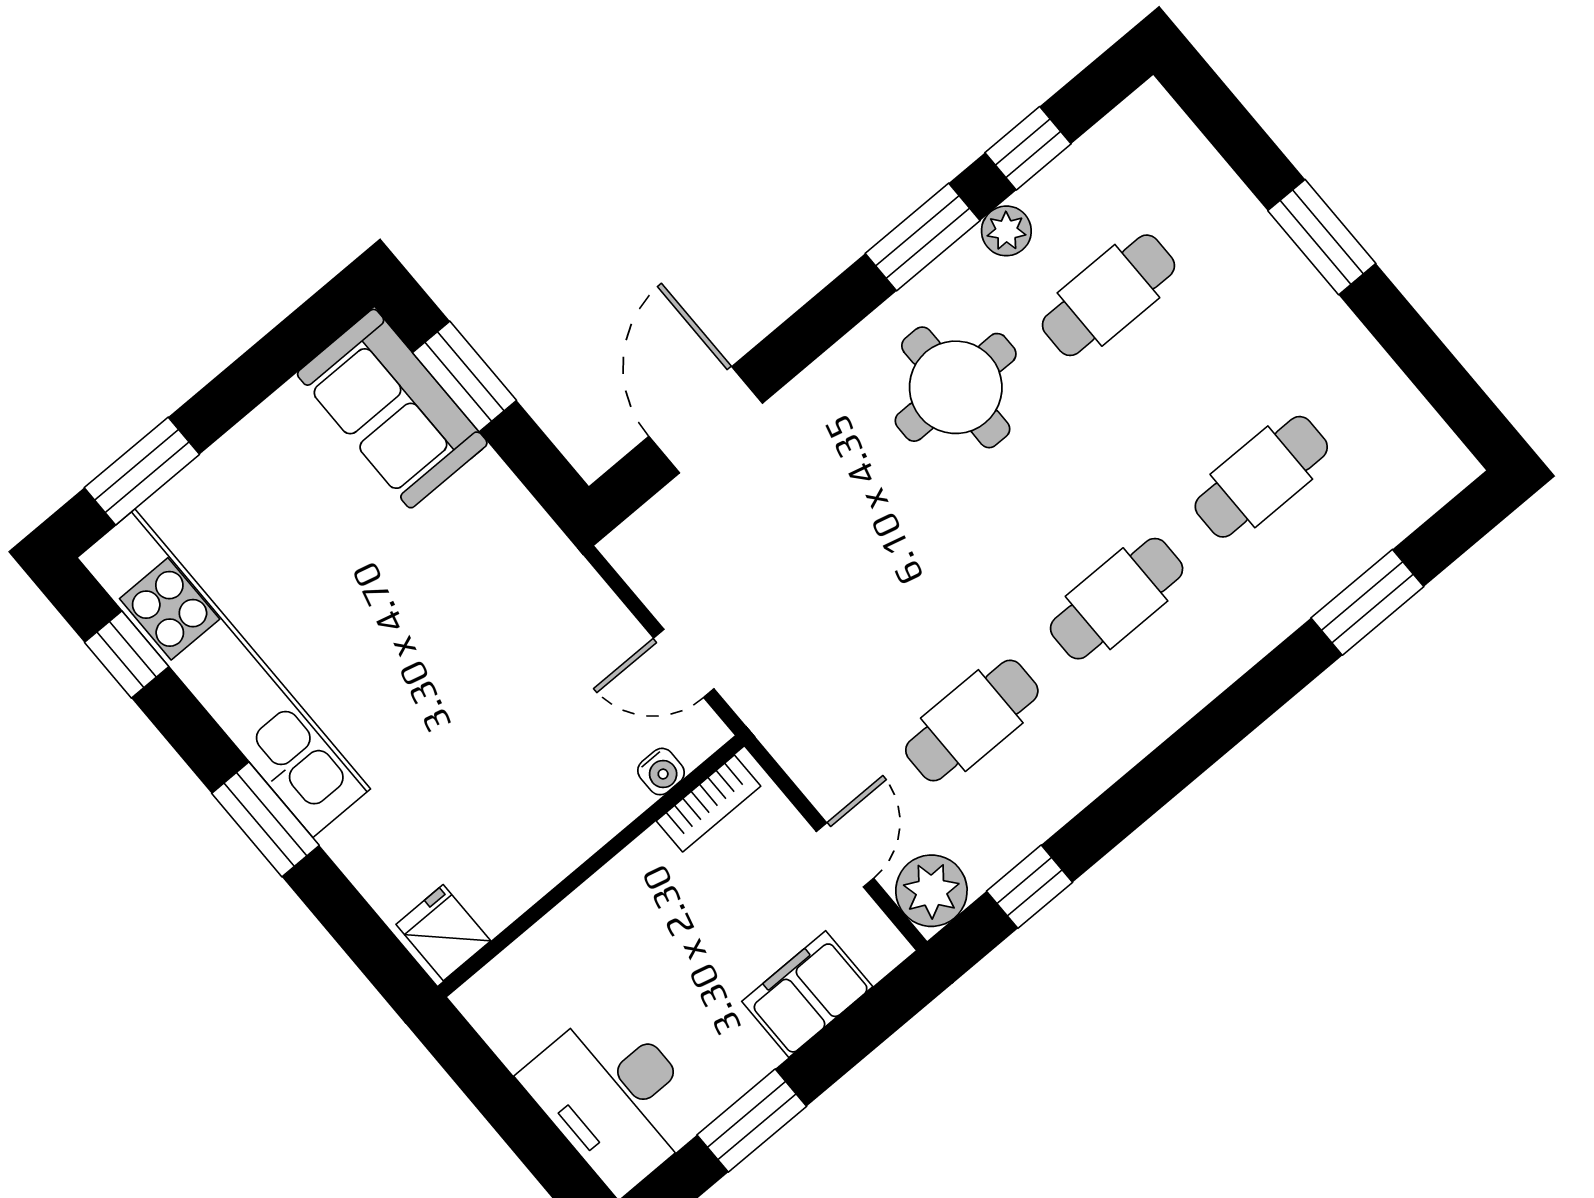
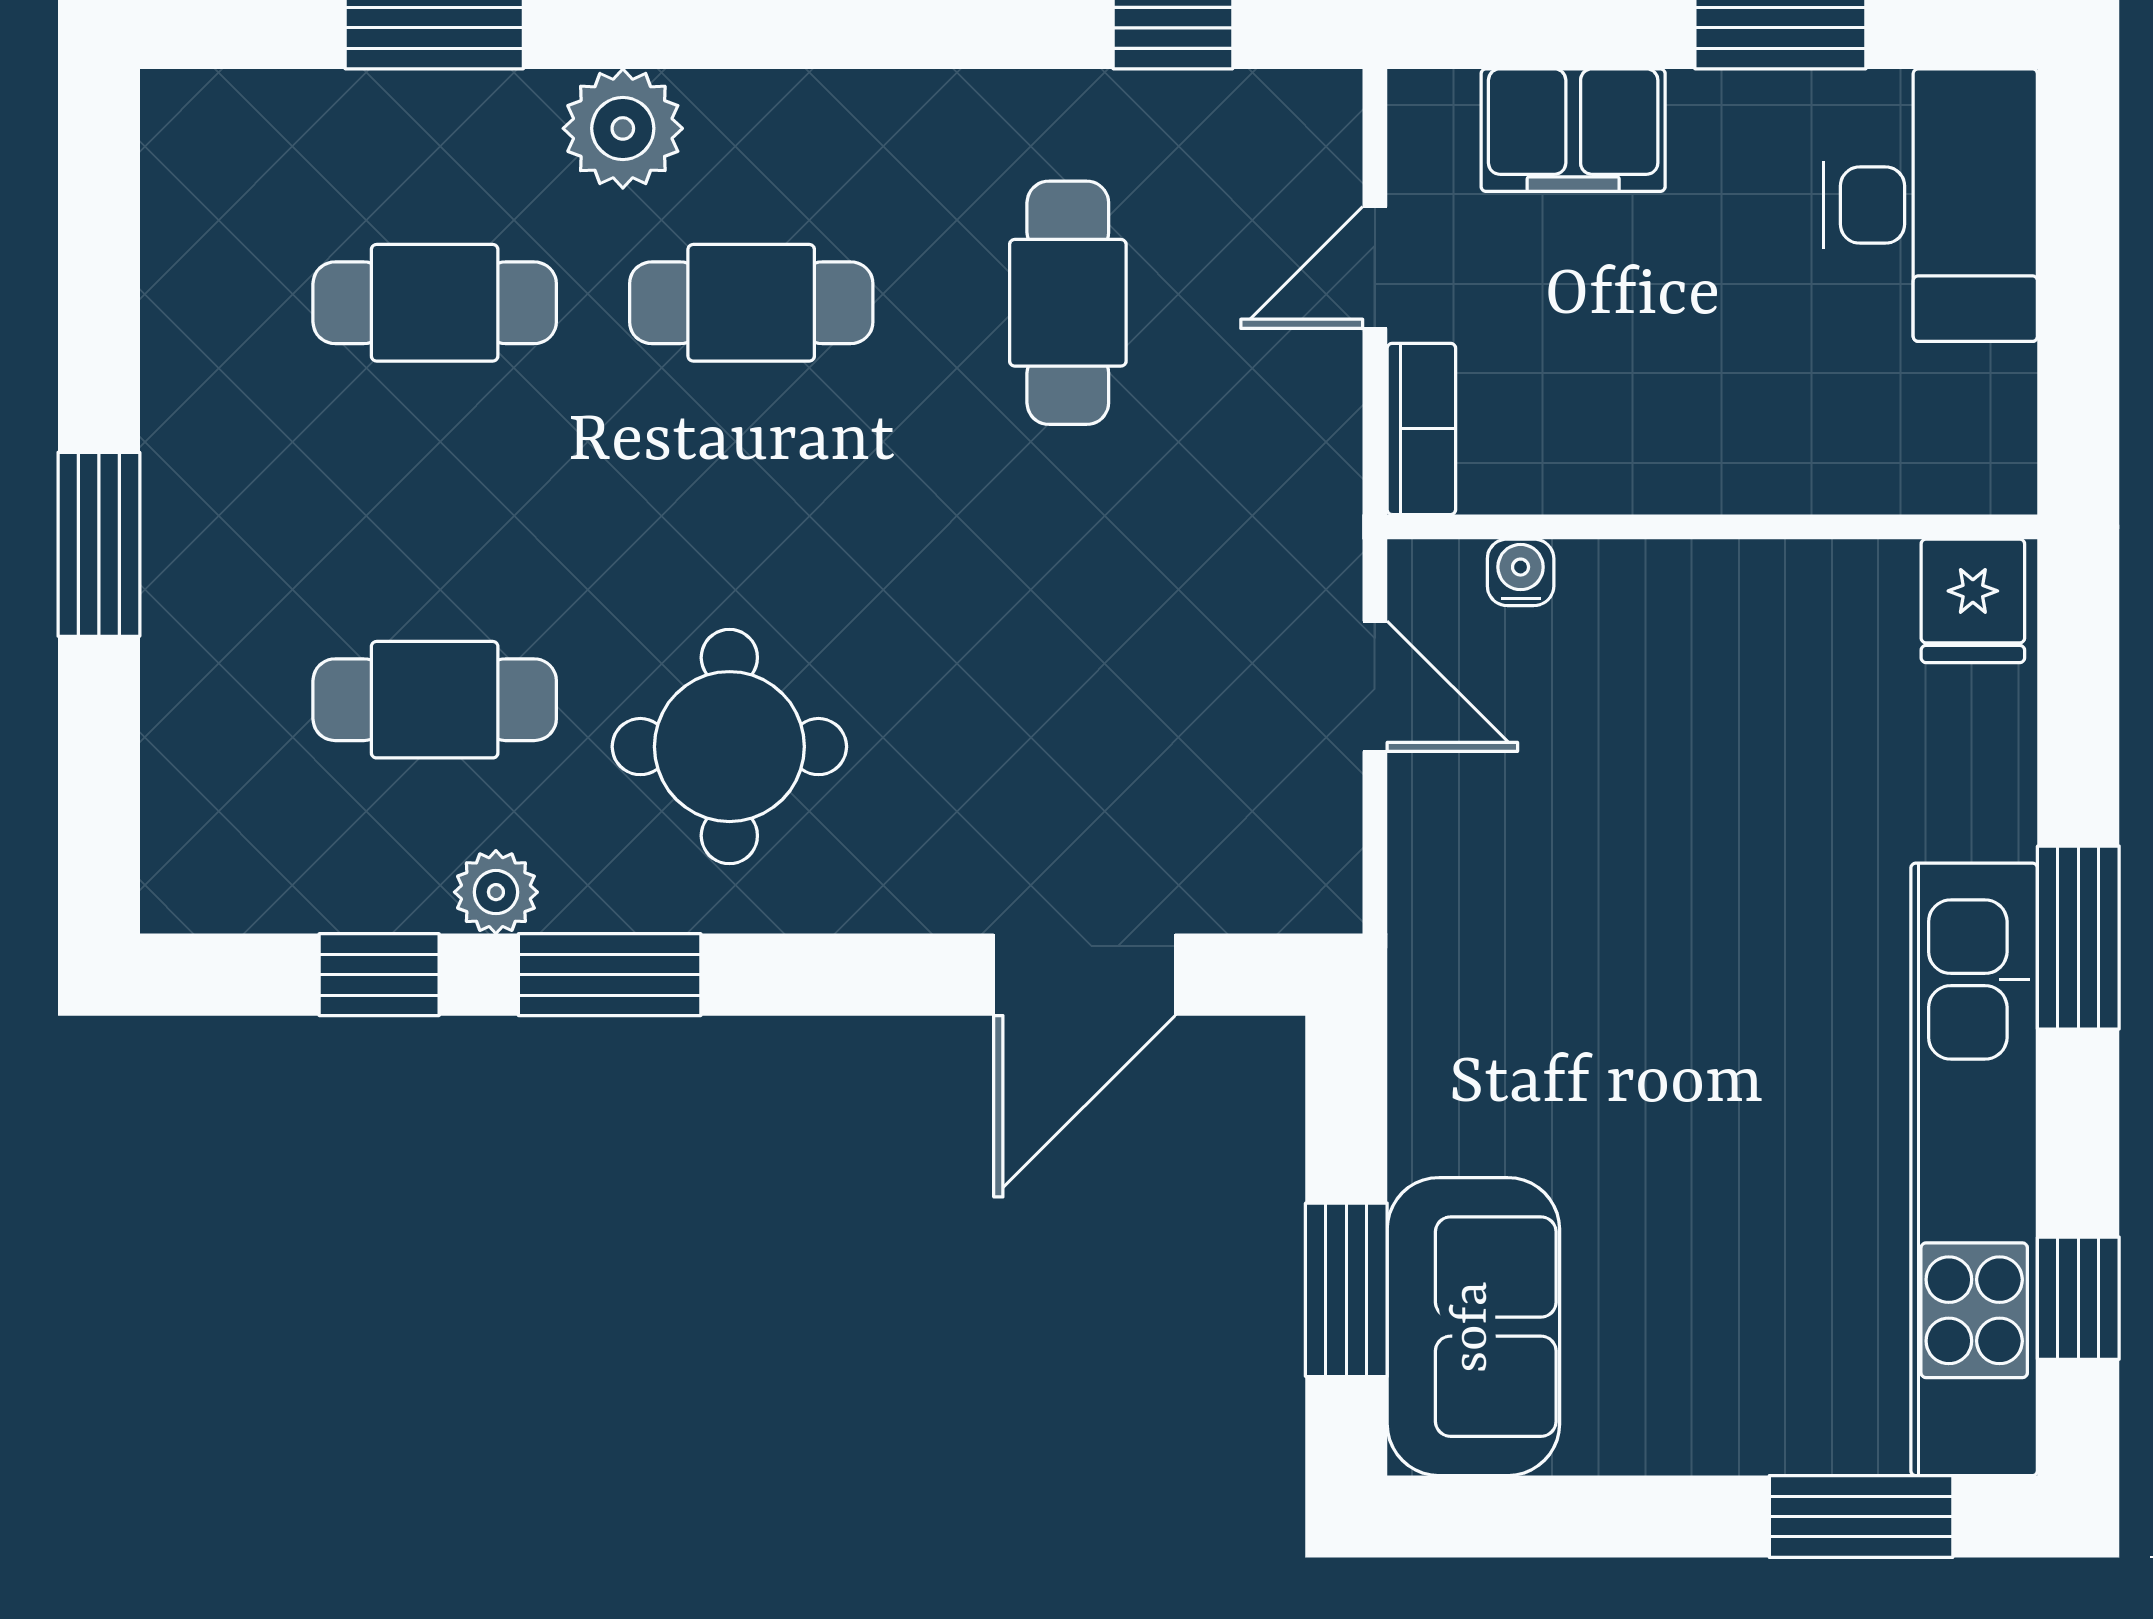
cafe table: (972, 721) -> (1068, 303), turned 90
bookcase: (709, 803) -> (1421, 429), moved, turned 90
plant: (931, 891) -> (623, 128), moved

